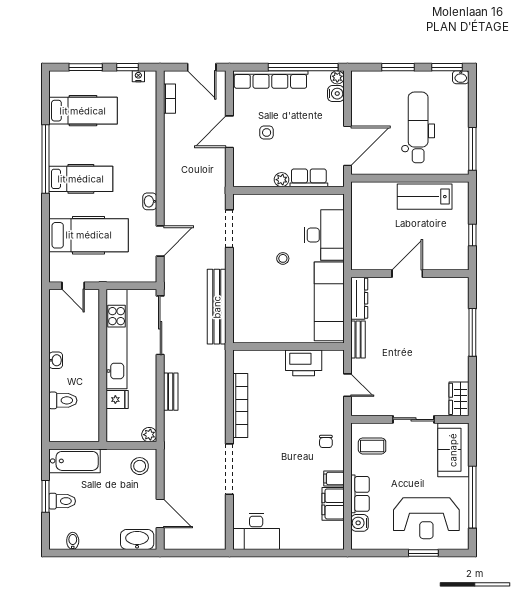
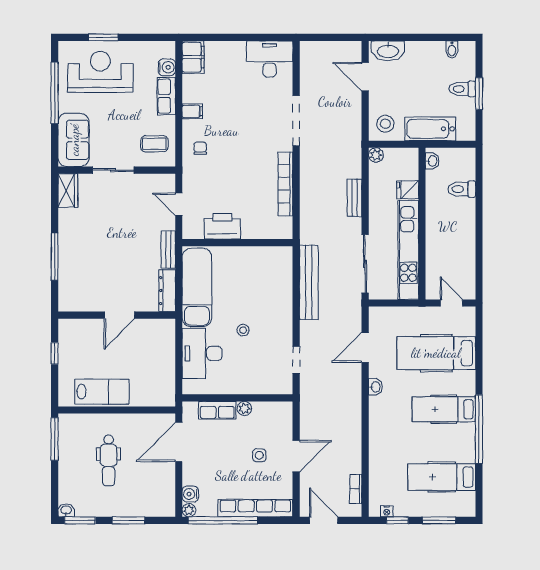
dental chair: (418, 127) -> (109, 460), width x0.73, depth x0.72
doorway: (229, 229) -> (296, 360), width x0.73
washbasin: (56, 360) -> (432, 161), moved, turned 180
bathtub: (75, 461) -> (430, 129), moved
filing cabinet: (333, 504) -> (193, 57), moved

